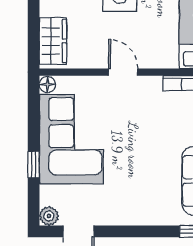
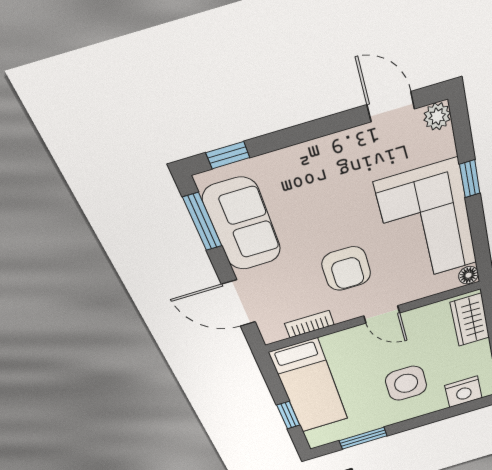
armchair: (140, 122) -> (346, 269), added

